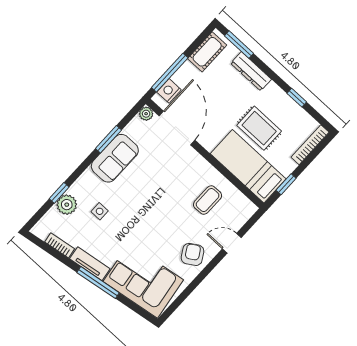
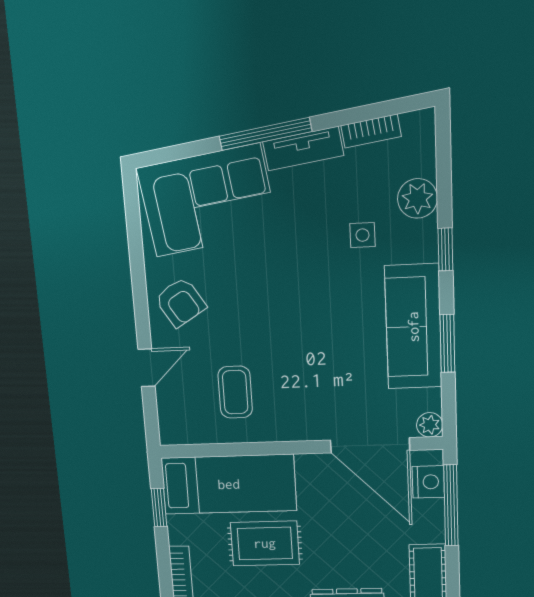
sofa: (115, 158) -> (413, 327), width x1.36
window: (59, 193) -> (445, 249), moved

